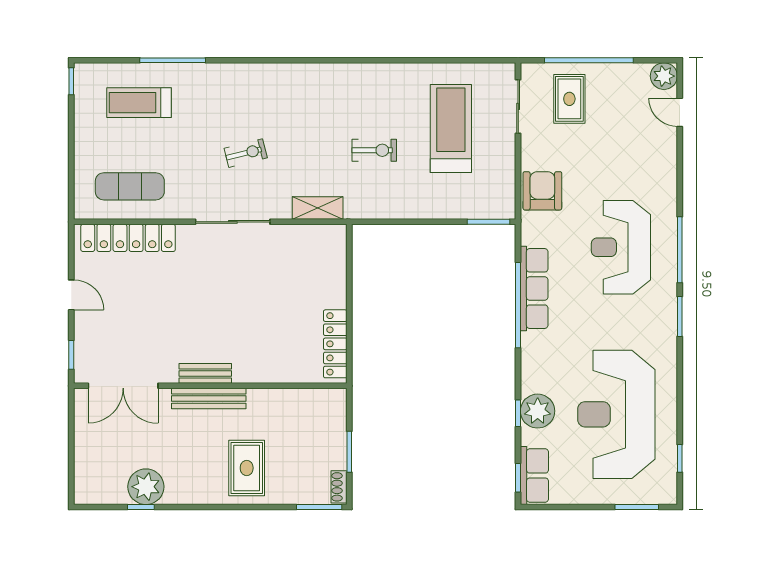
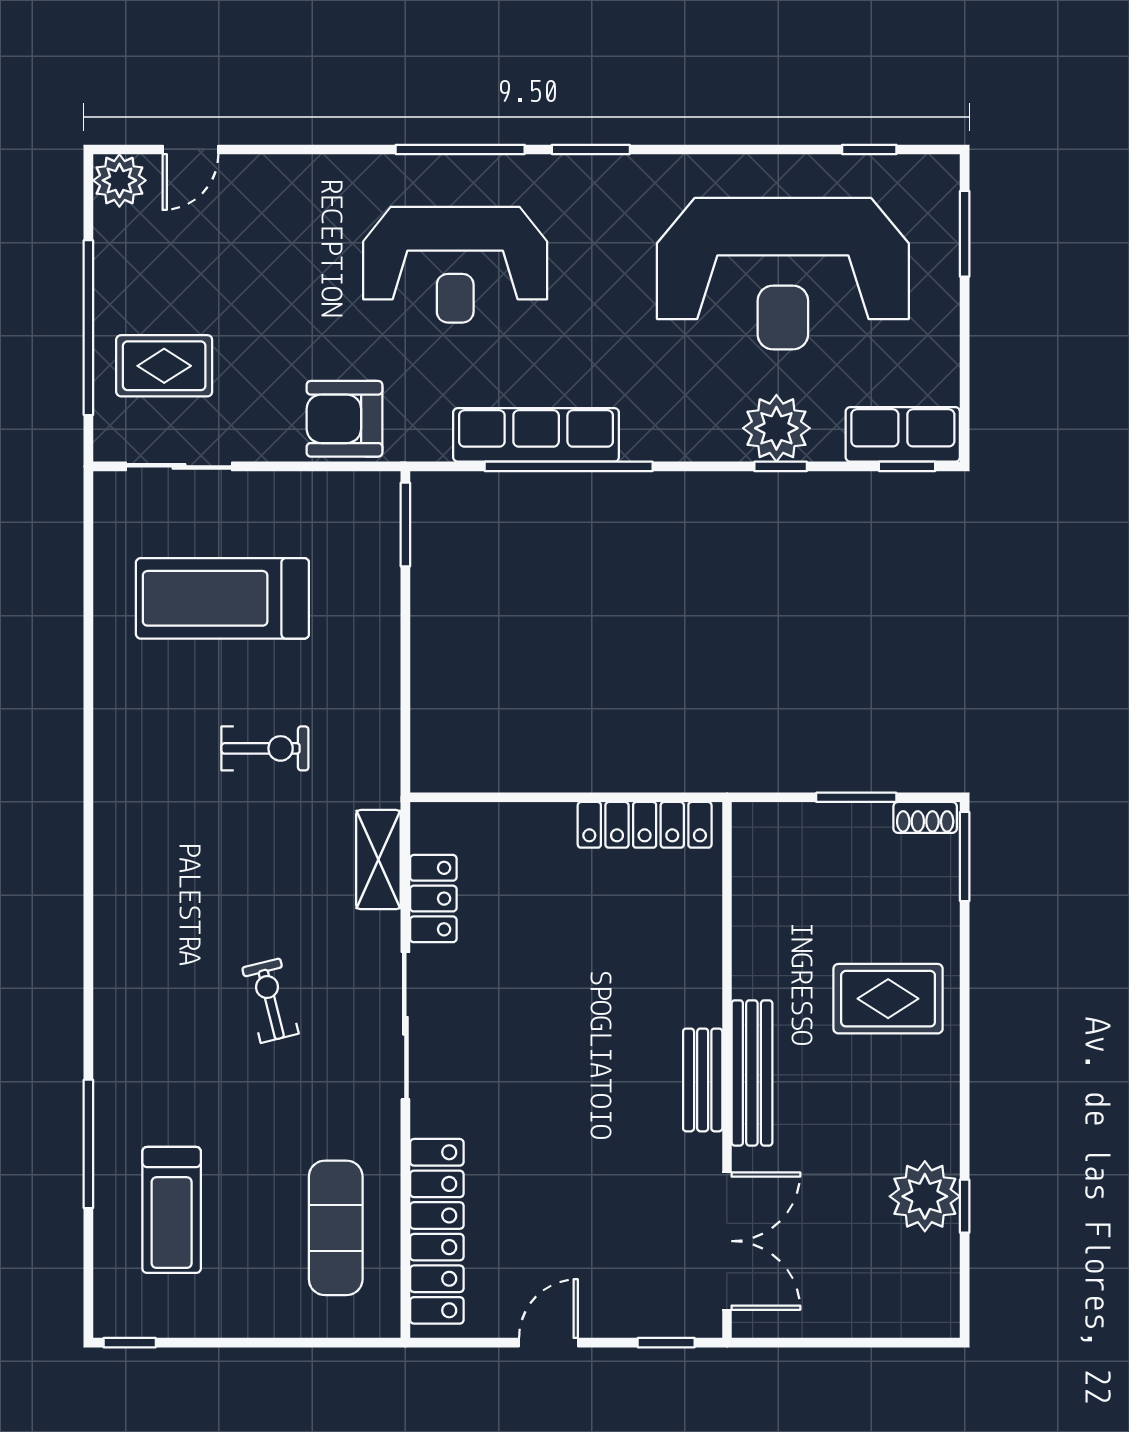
exercise bike: (374, 150) -> (265, 748), turned 90
locker: (298, 236) -> (433, 899), added

